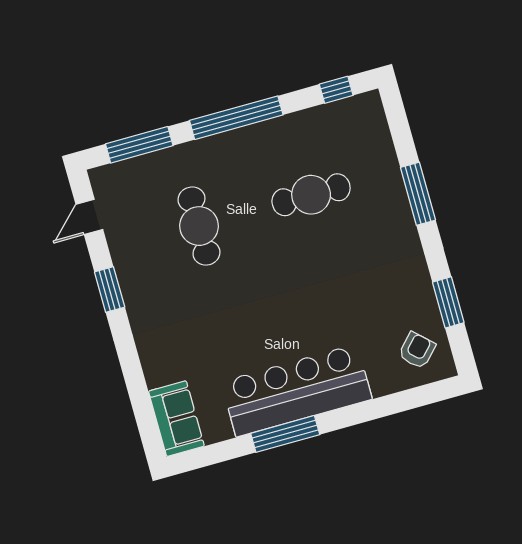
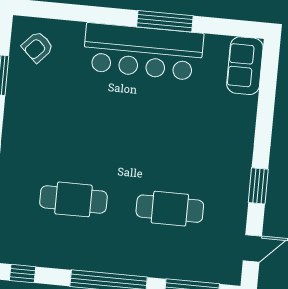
cafe table: (199, 226) -> (170, 209), turned 90

